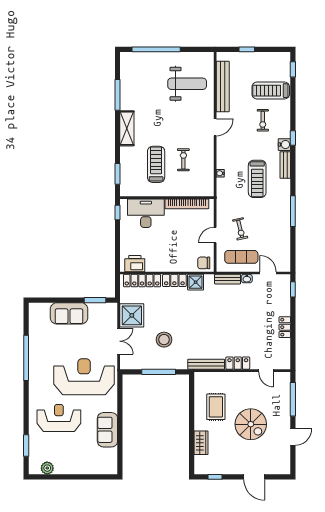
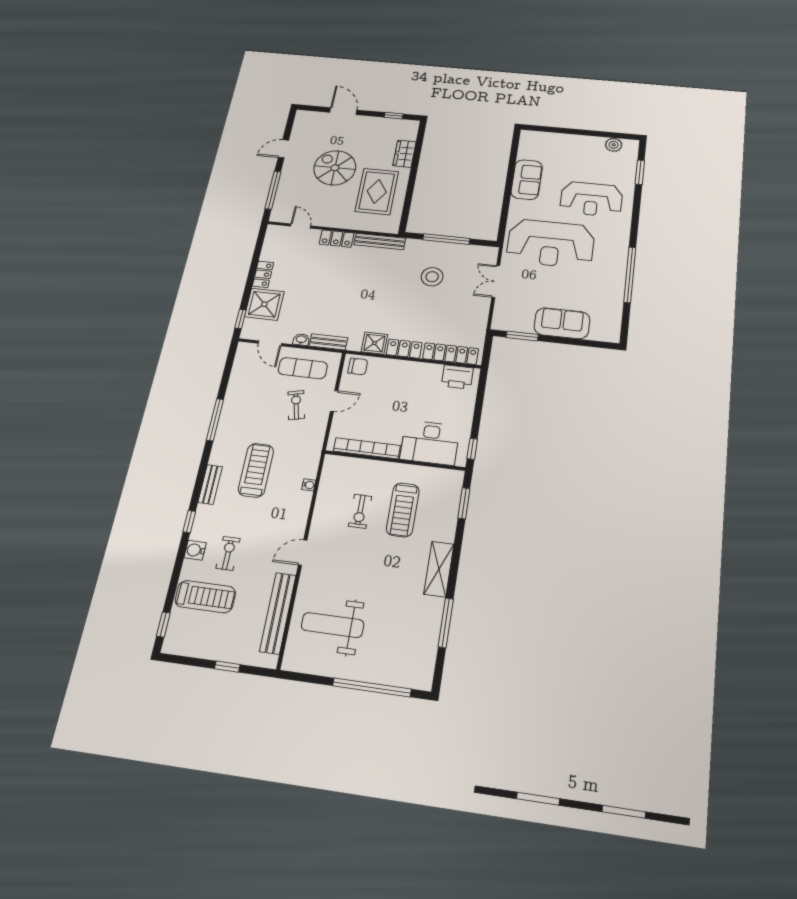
water cooler: (284, 145) -> (195, 550), moved
shower: (132, 315) -> (264, 304), moved
rug: (216, 407) -> (377, 191), width x1.36, depth x1.43

